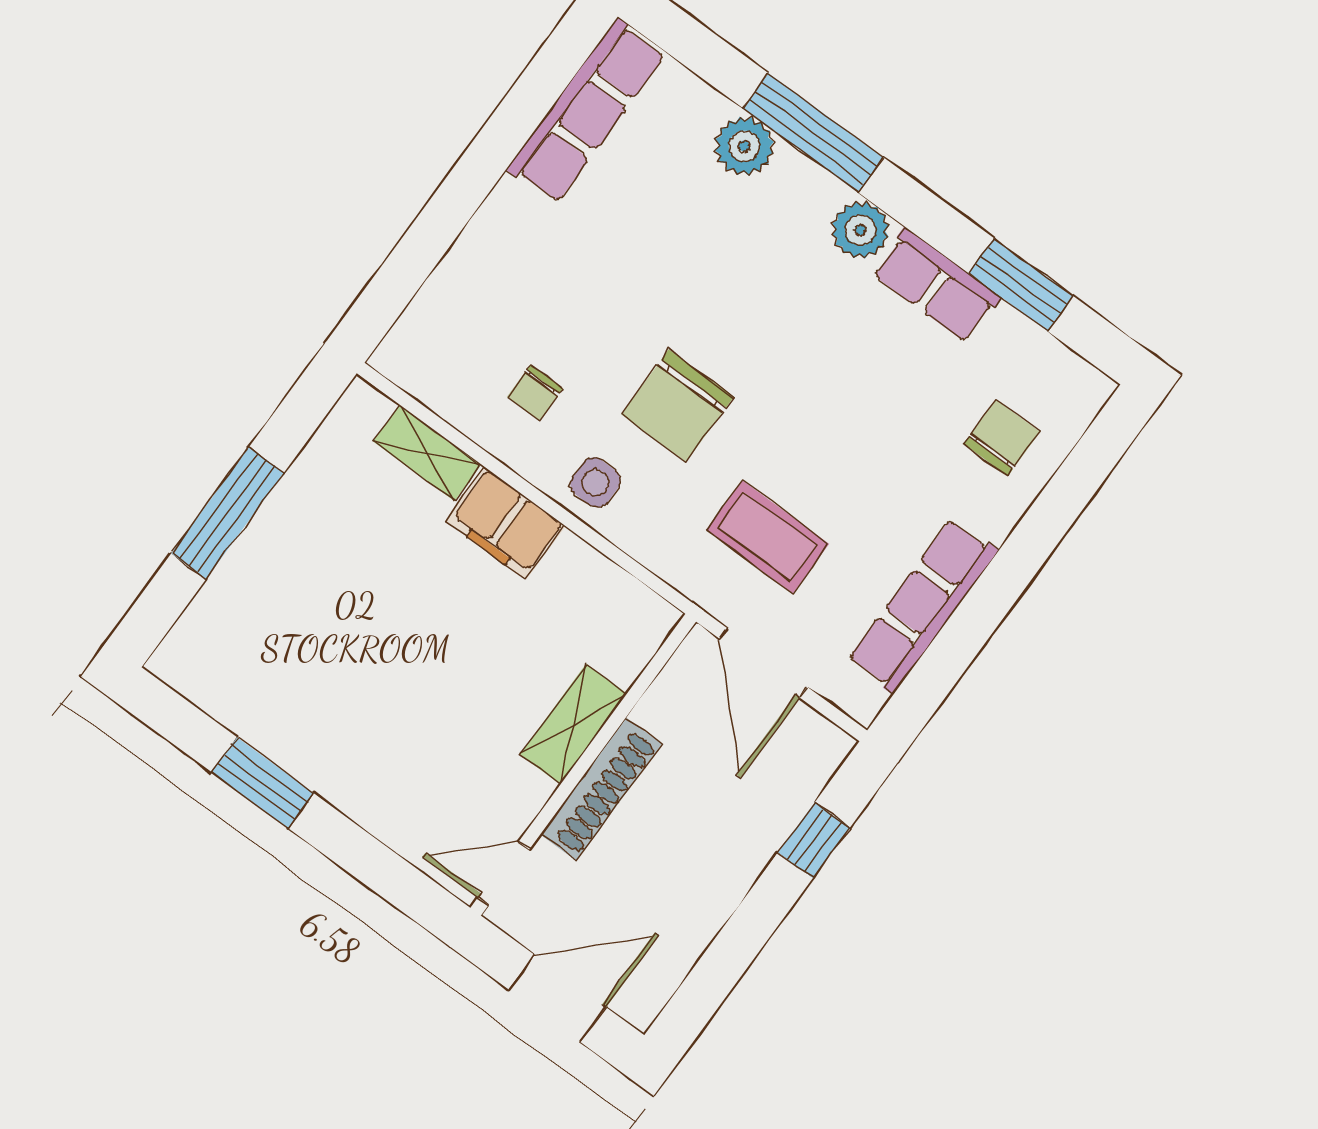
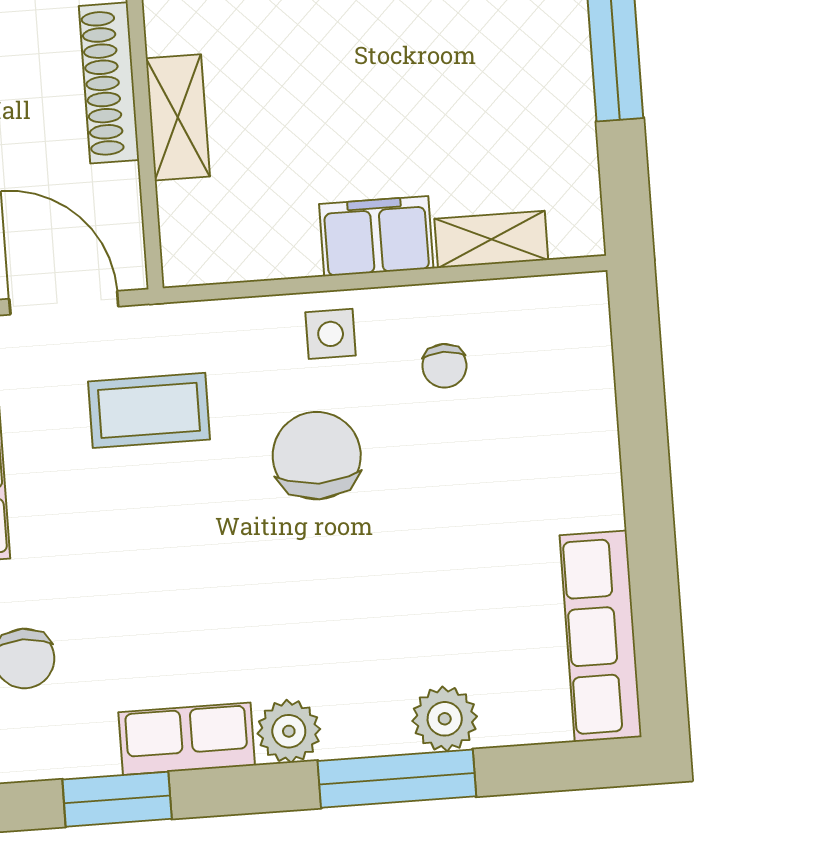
chair: (535, 393) -> (444, 366), turned 180

